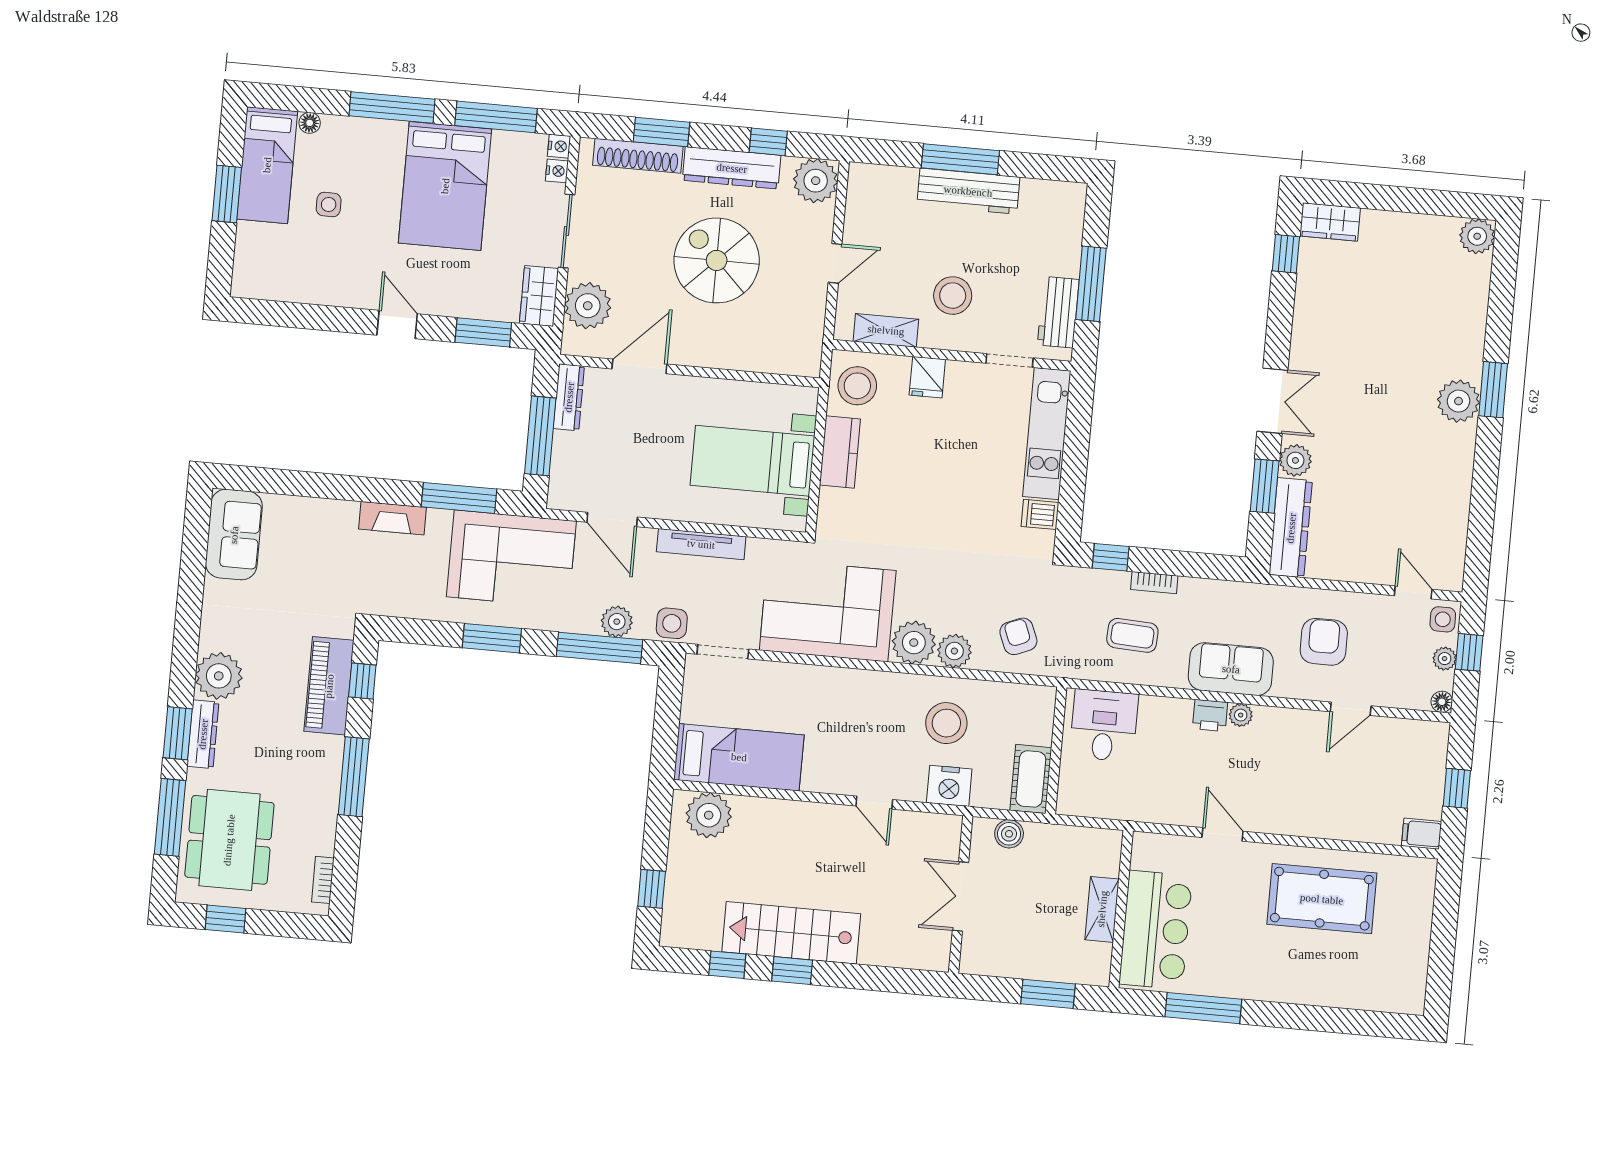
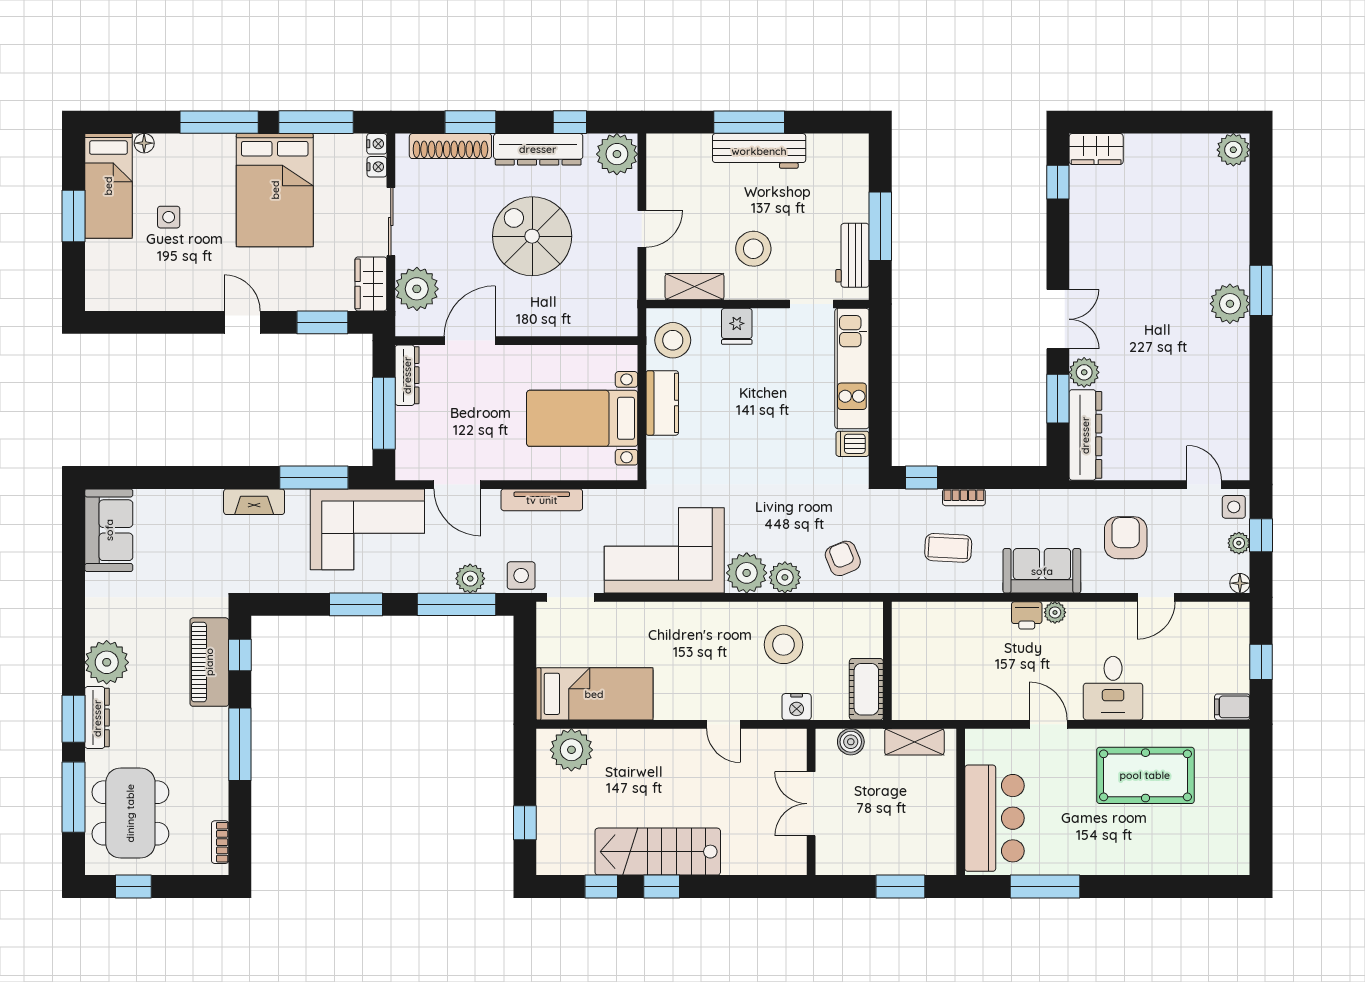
desk: (1104, 725) -> (1113, 688), moved, turned 180
nightstand: (949, 786) -> (797, 707), width x0.74, depth x0.75
shelving: (1102, 909) -> (914, 742), moved, turned 90

